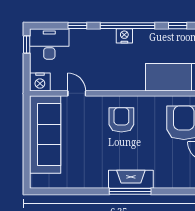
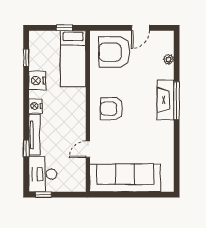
window: (128, 26) -> (26, 103), removed
tv unit: (93, 35) -> (34, 135), added
nightstand: (40, 82) -> (37, 80), moved, turned 180
plant: (176, 183) -> (169, 59), added

